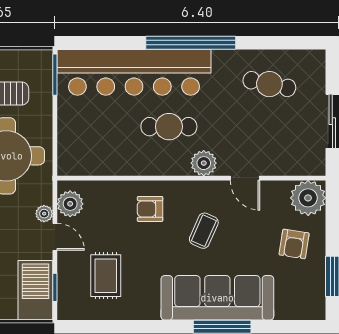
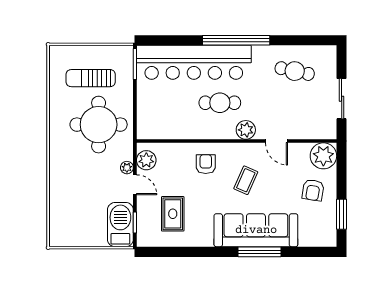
armchair: (150, 209) -> (206, 164), turned 90

